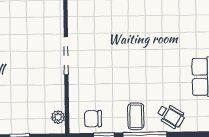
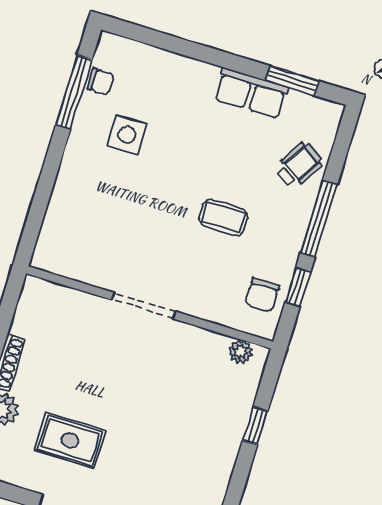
side table: (157, 16) -> (127, 135), added
coffee table: (136, 116) -> (223, 217), moved

